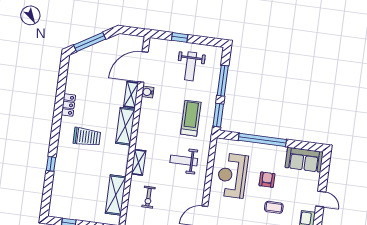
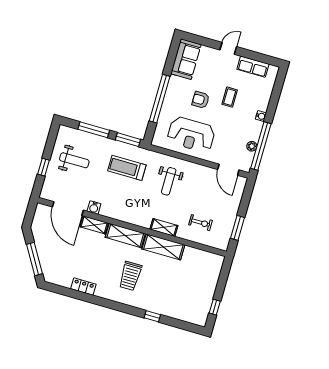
locker: (68, 105) -> (83, 287), moved
trolley: (87, 137) -> (130, 276), turned 180
shelving: (116, 195) -> (163, 247), moved

